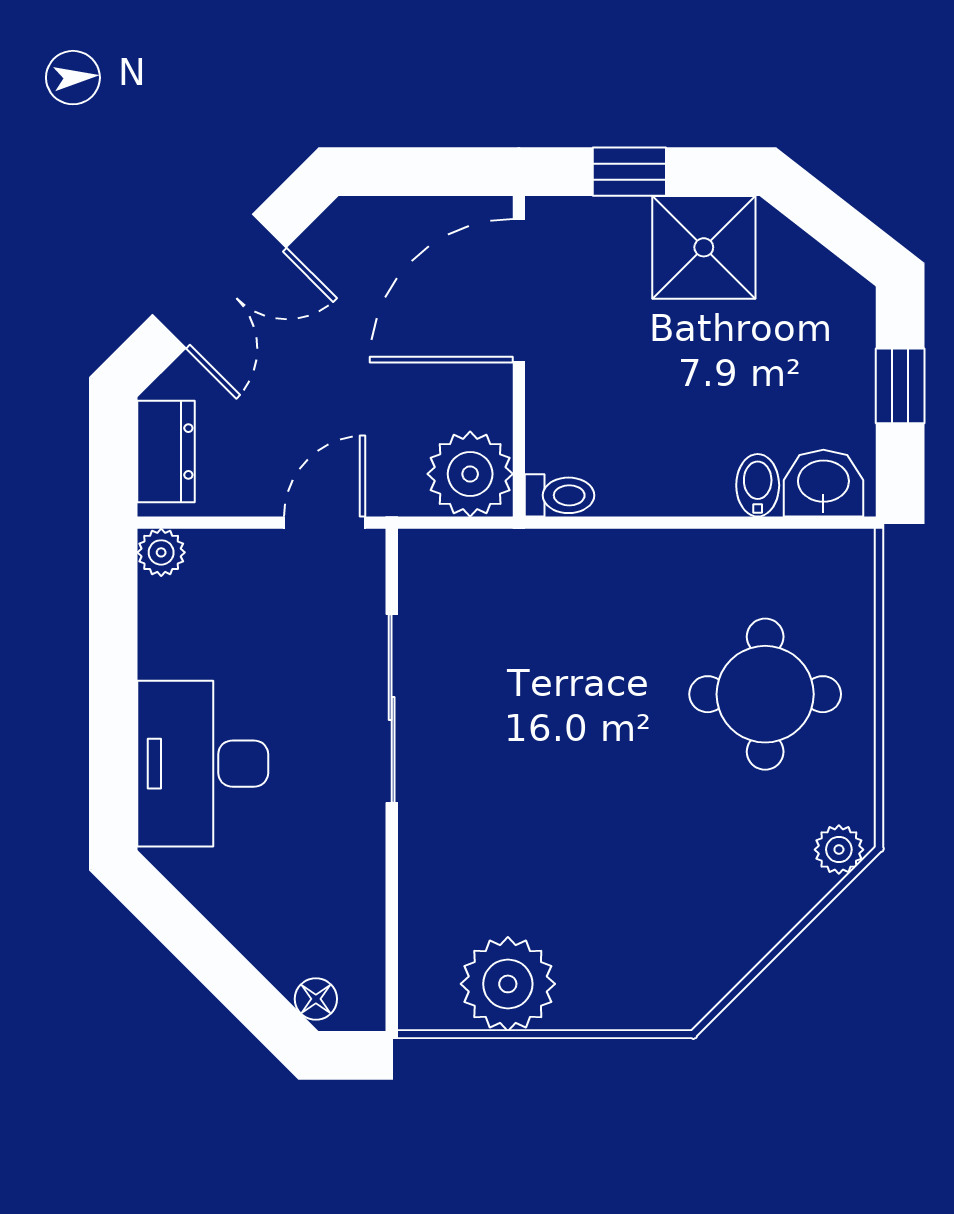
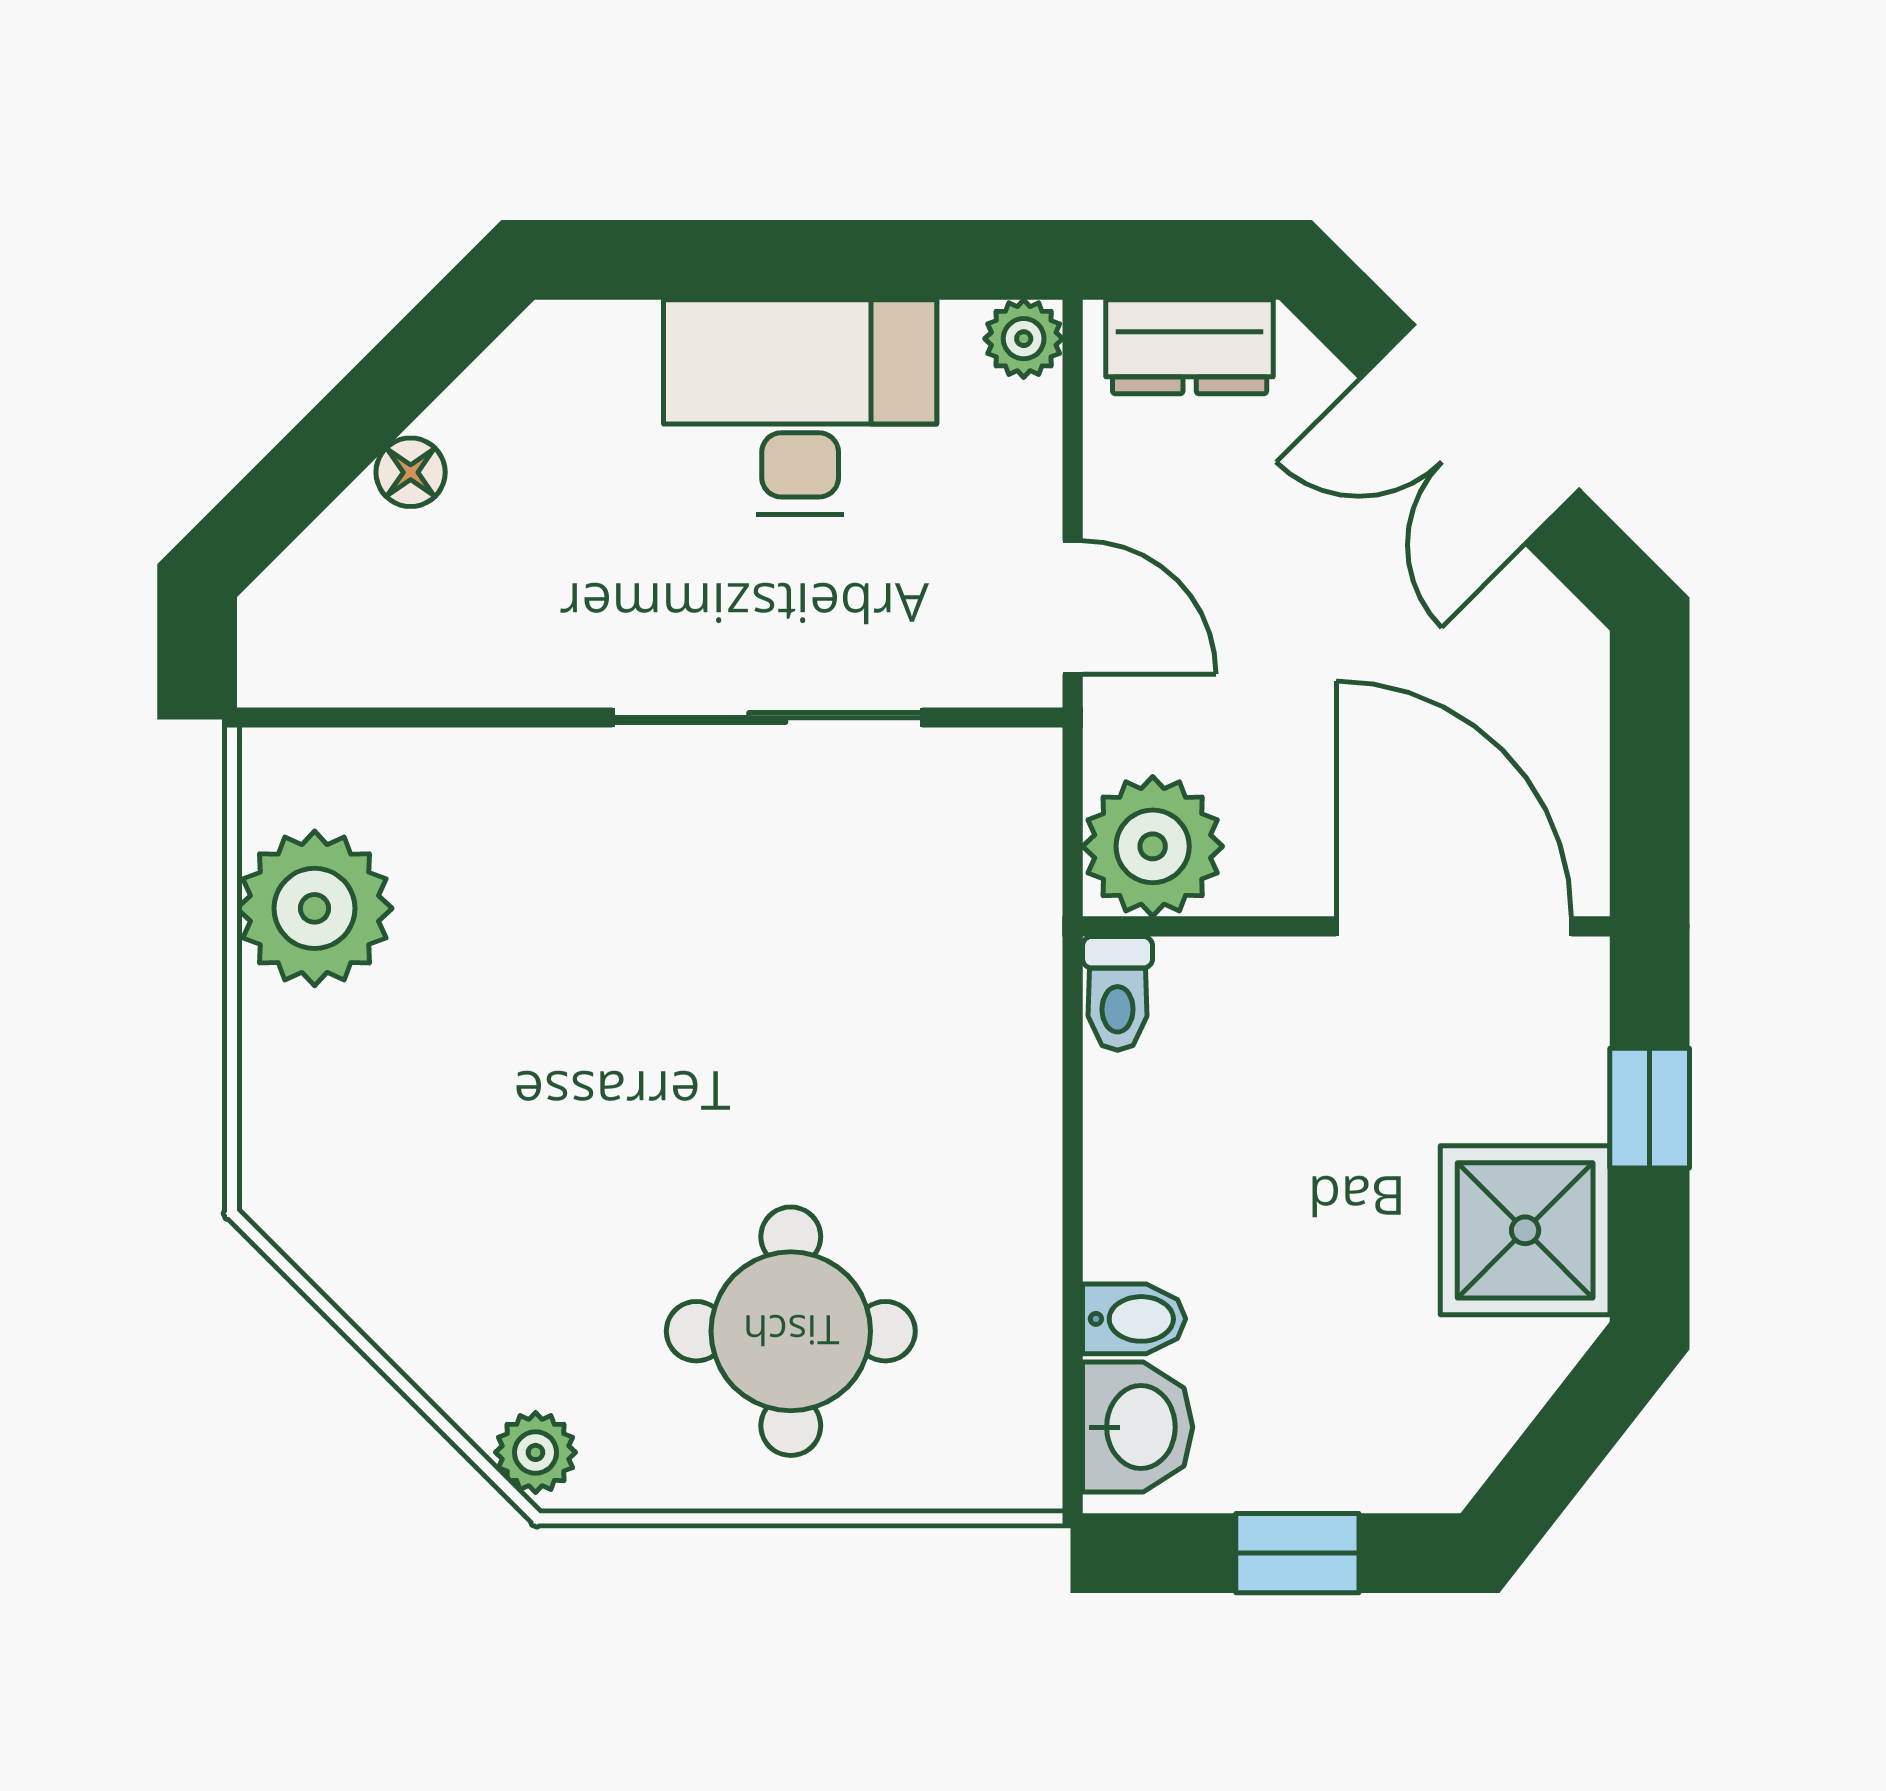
desk: (203, 764) -> (800, 407), moved
floor lamp: (316, 999) -> (411, 472), moved

